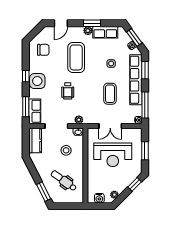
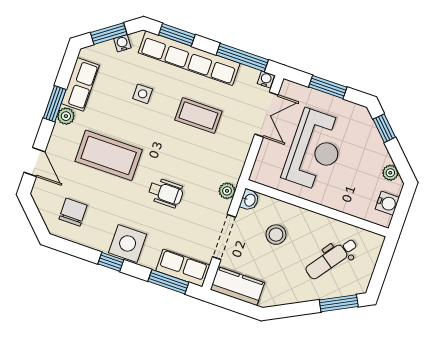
double door: (110, 126) -> (266, 114), moved

